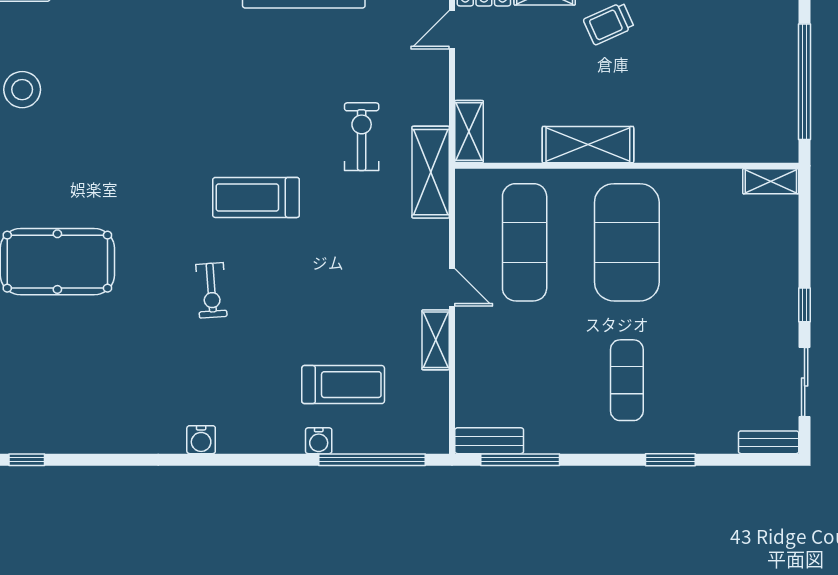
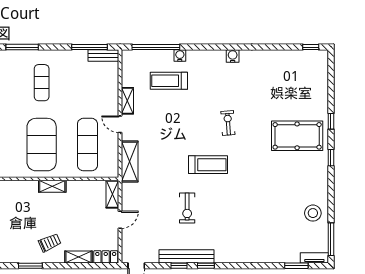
door: (452, 30) -> (120, 220), moved
exercise bike: (362, 137) -> (187, 208), moved
shelving: (588, 145) -> (52, 186), width x0.67, depth x0.75
shelving: (431, 172) -> (130, 162), moved
window: (670, 460) -> (22, 47), width x1.44

